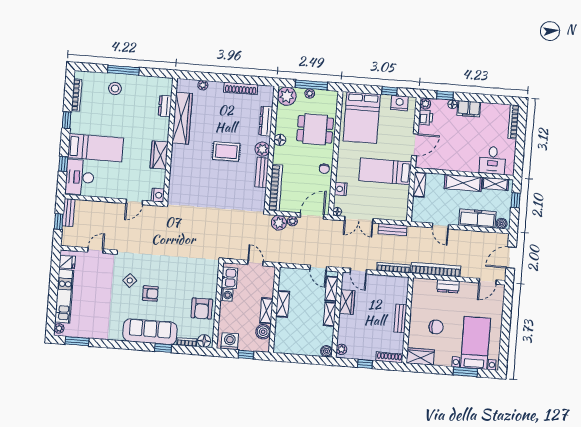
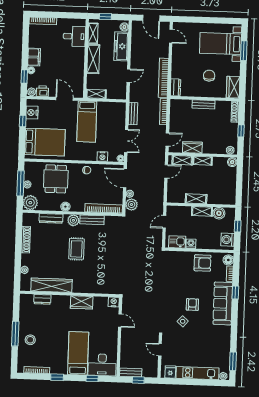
dresser: (448, 286) -> (176, 87), moved

